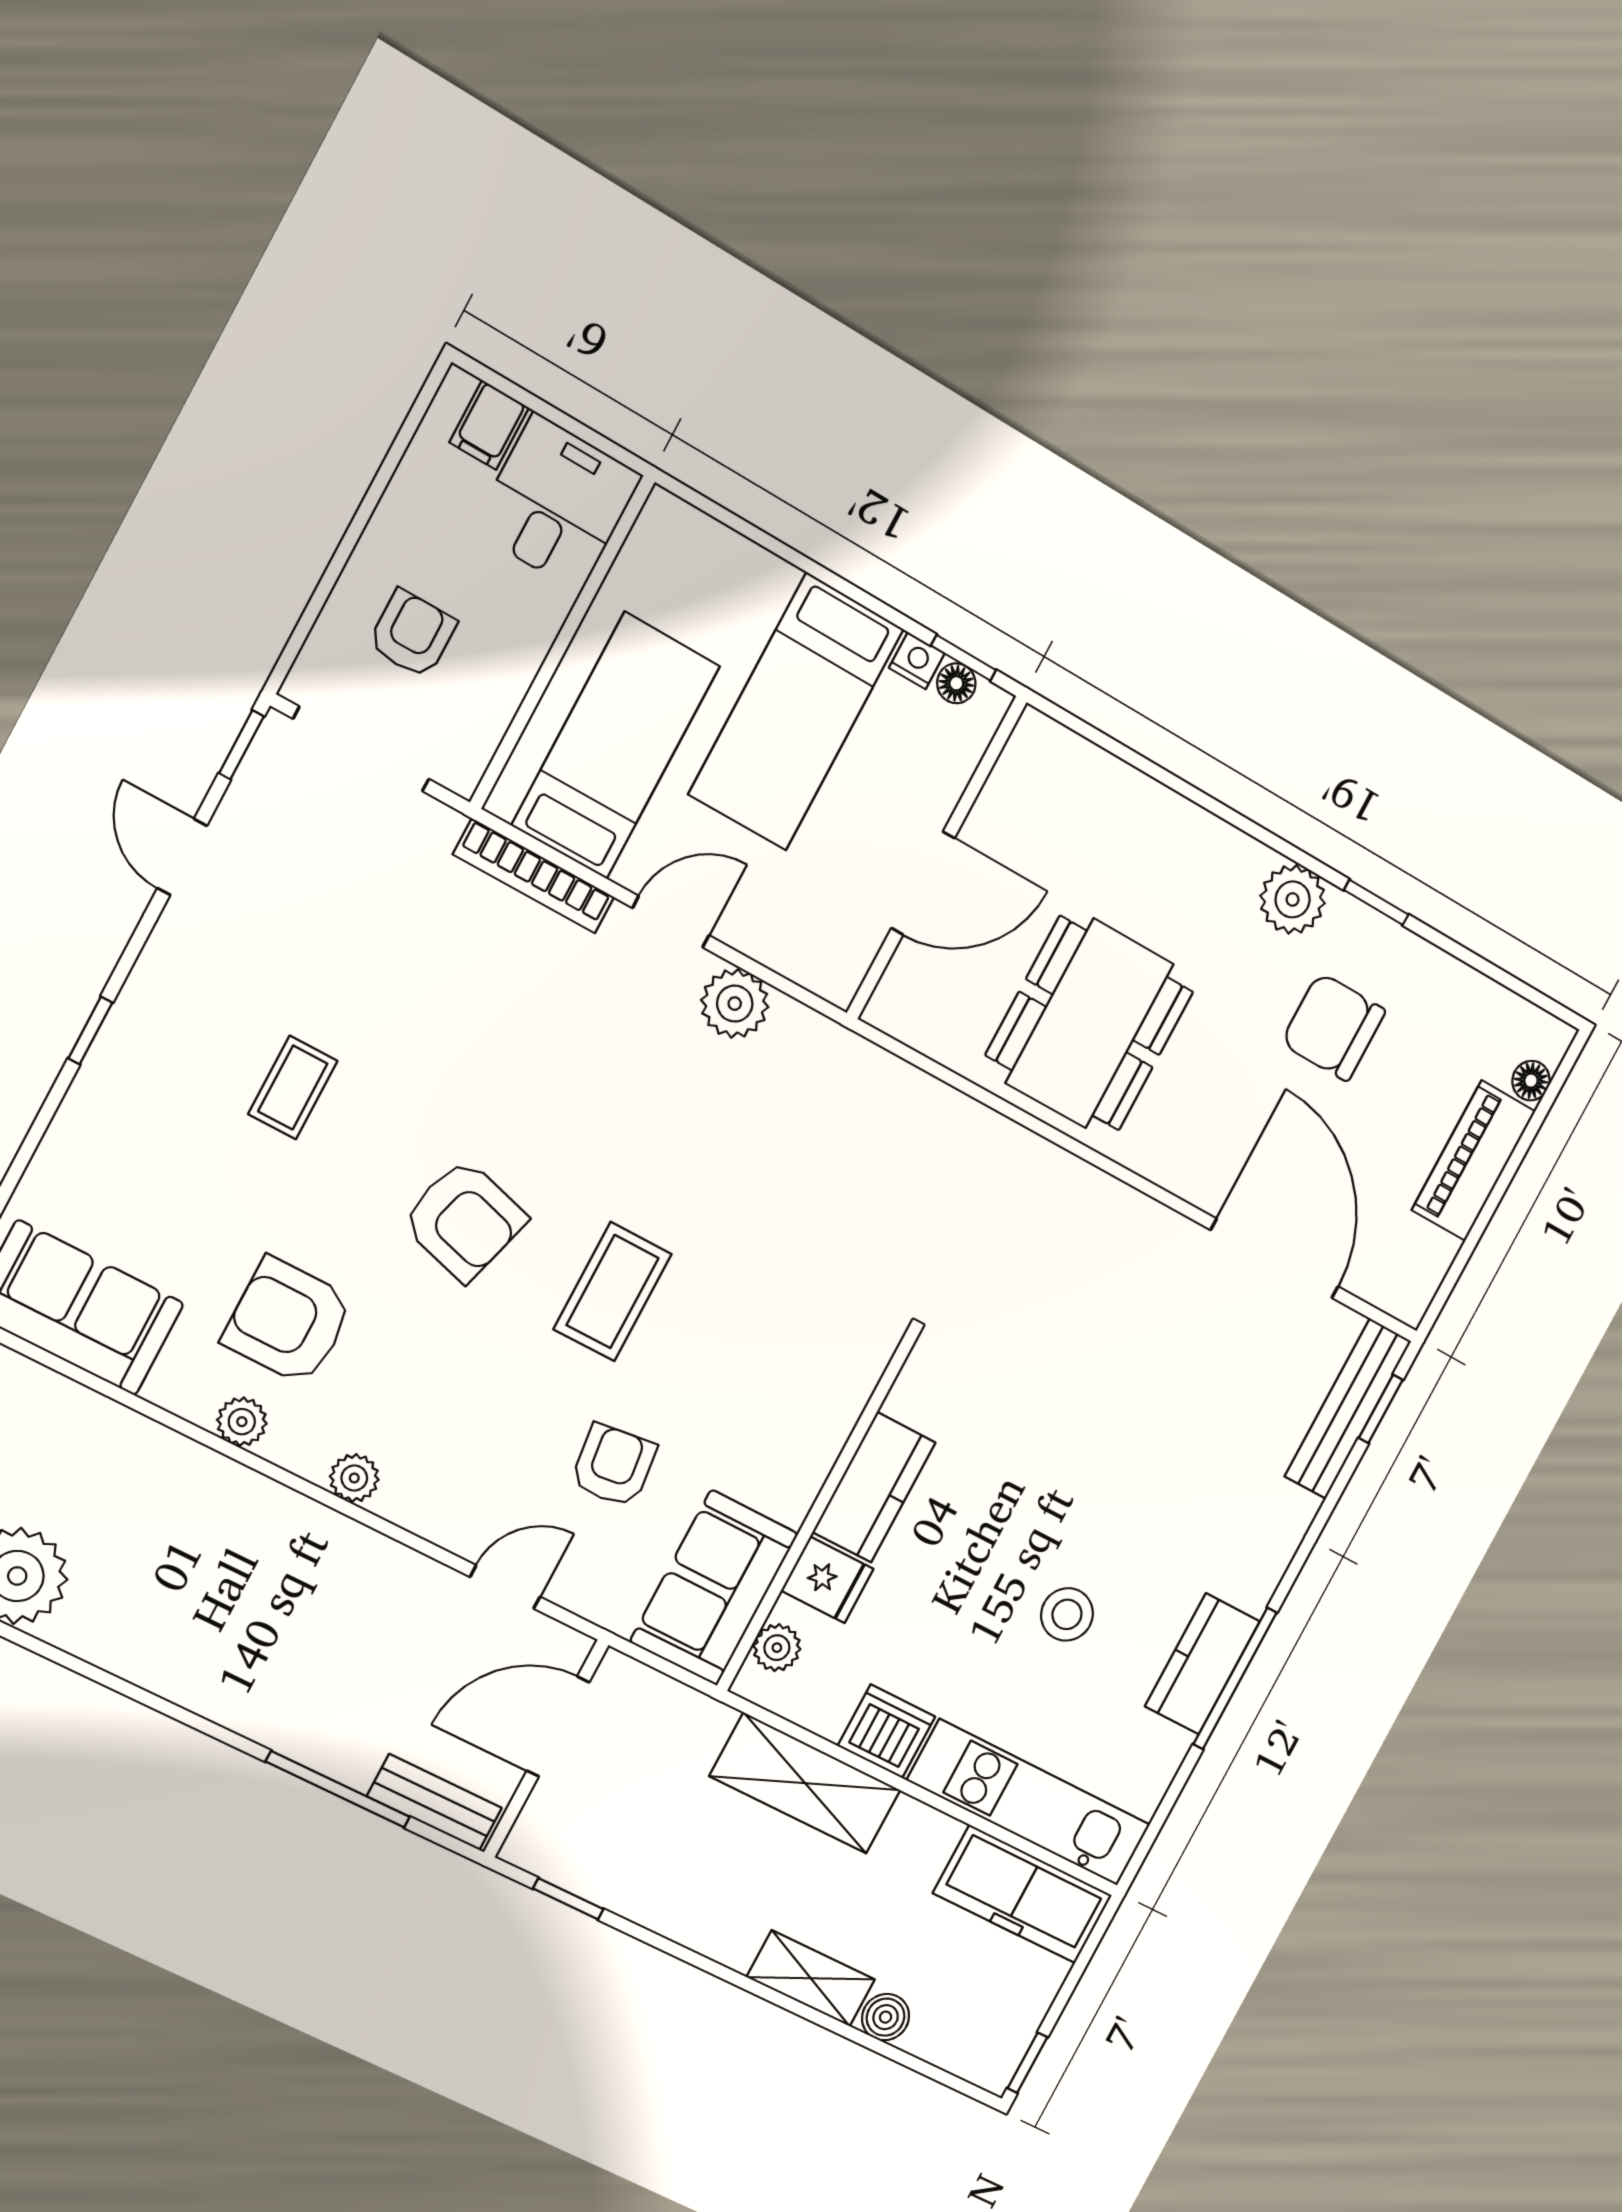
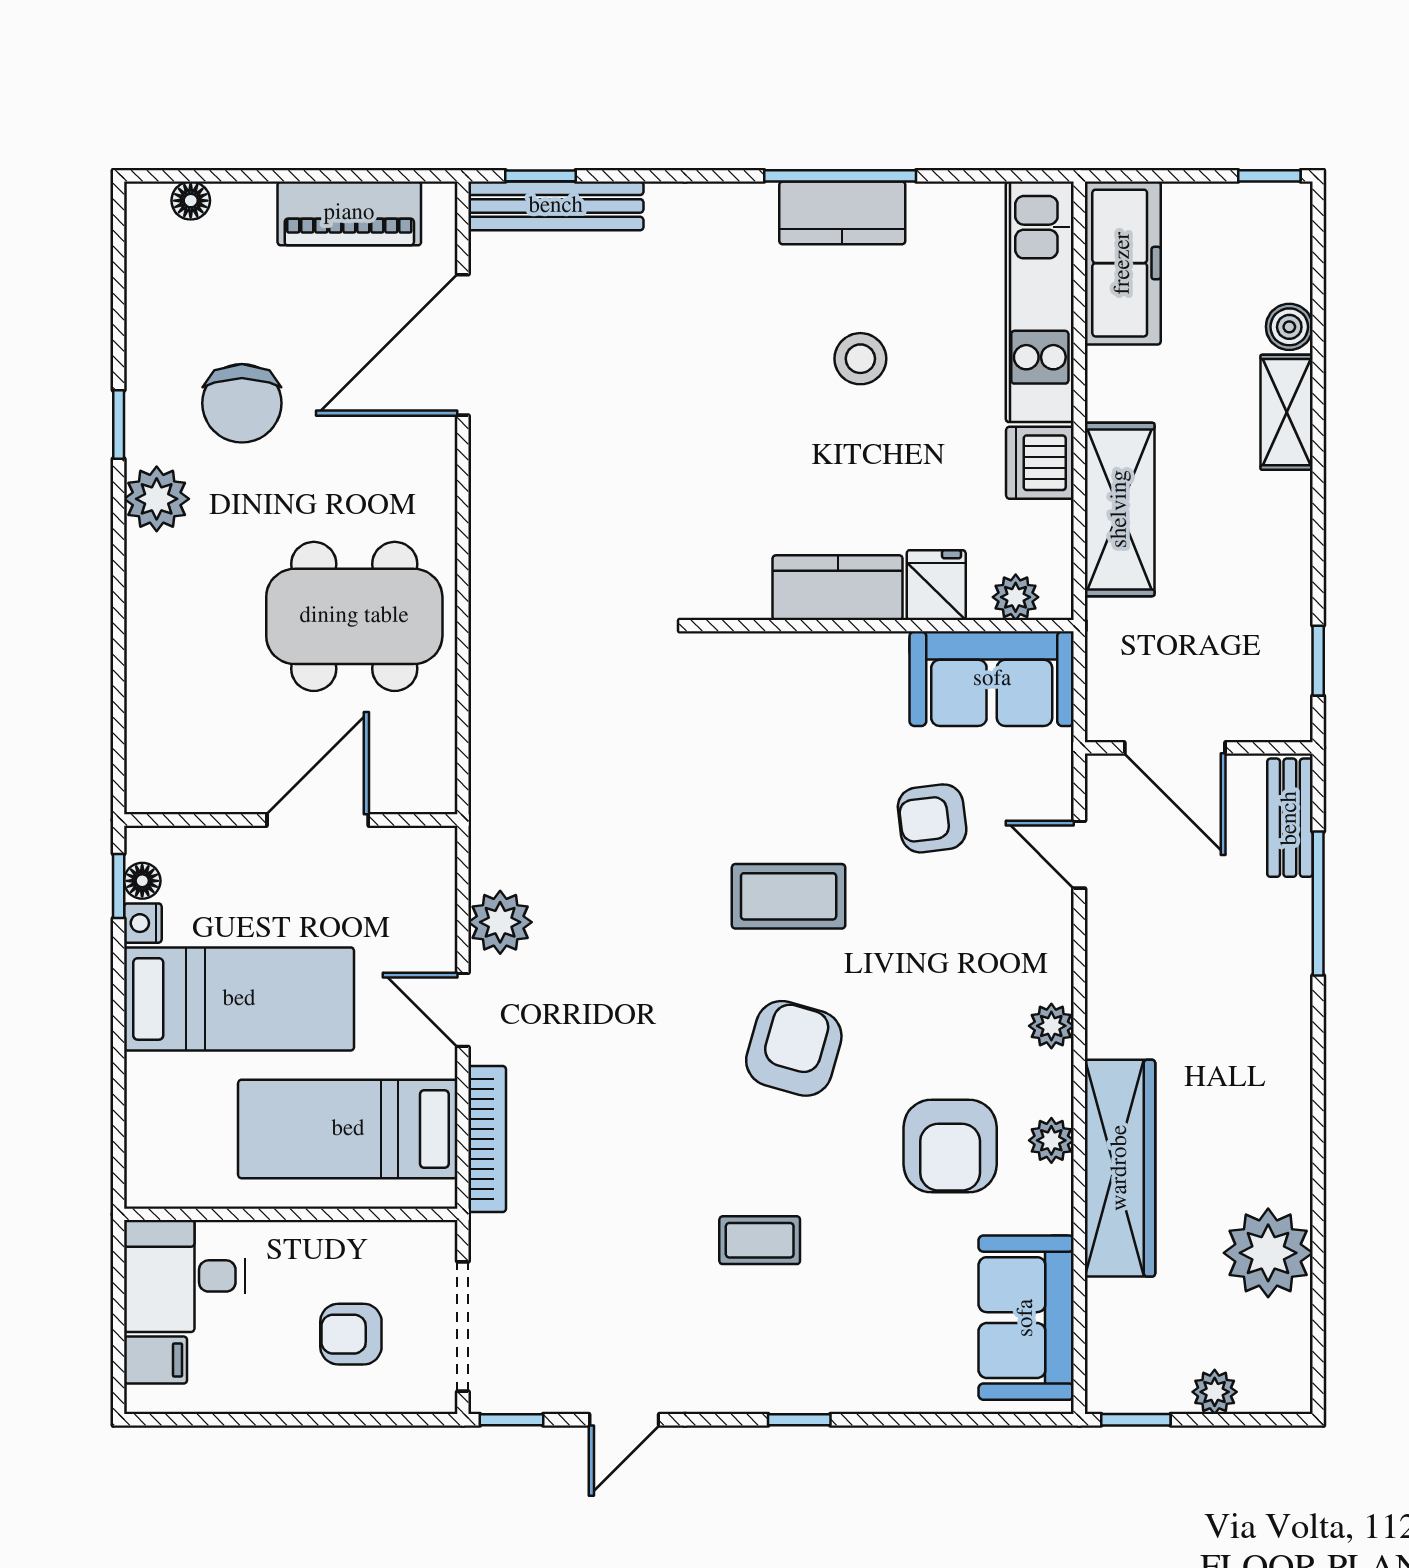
door: (923, 883) -> (318, 820), hinge flipped
piano: (1473, 1161) -> (349, 213), moved
wardrobe: (179, 1474) -> (1120, 1168), added

